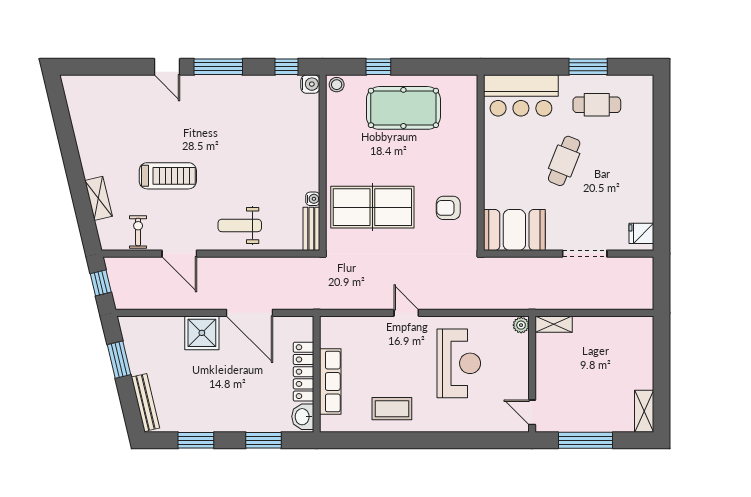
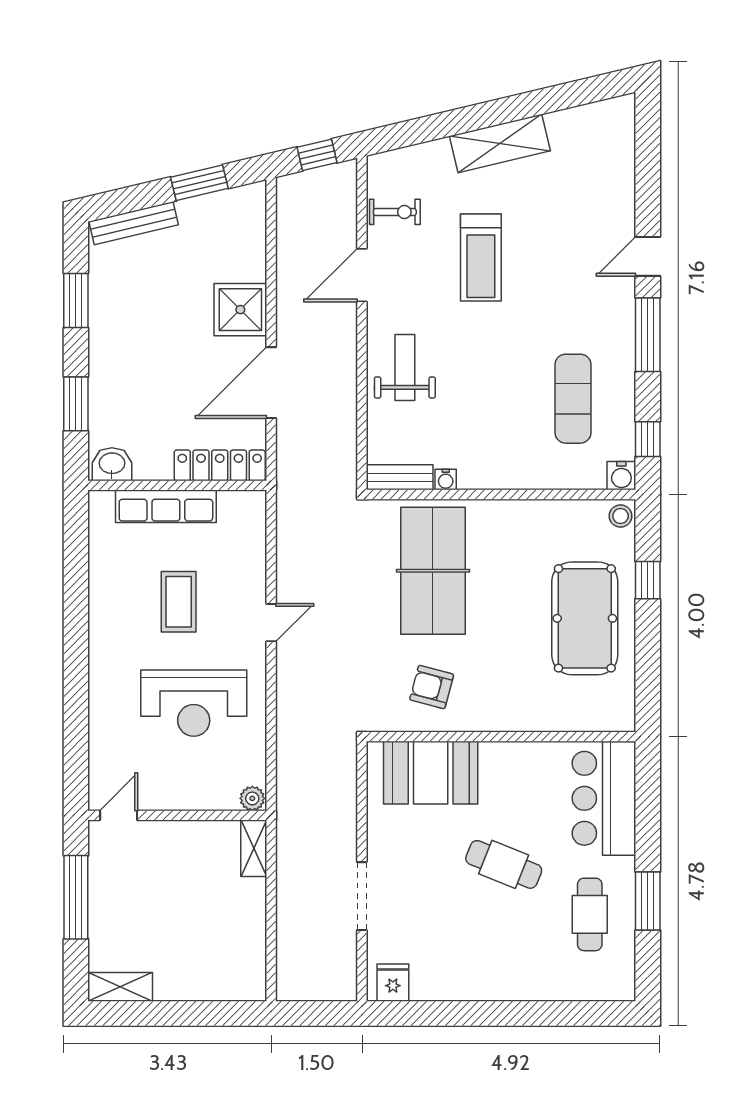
exercise mat: (260, 116) -> (573, 399), added
shelving: (98, 198) -> (500, 143), moved, width x1.50, depth x1.33
armchair: (448, 208) -> (432, 687), turned -75
booth: (514, 230) -> (431, 773), moved, turned 90
locker: (304, 372) -> (220, 465), moved
coffee table: (392, 409) -> (179, 602), moved

